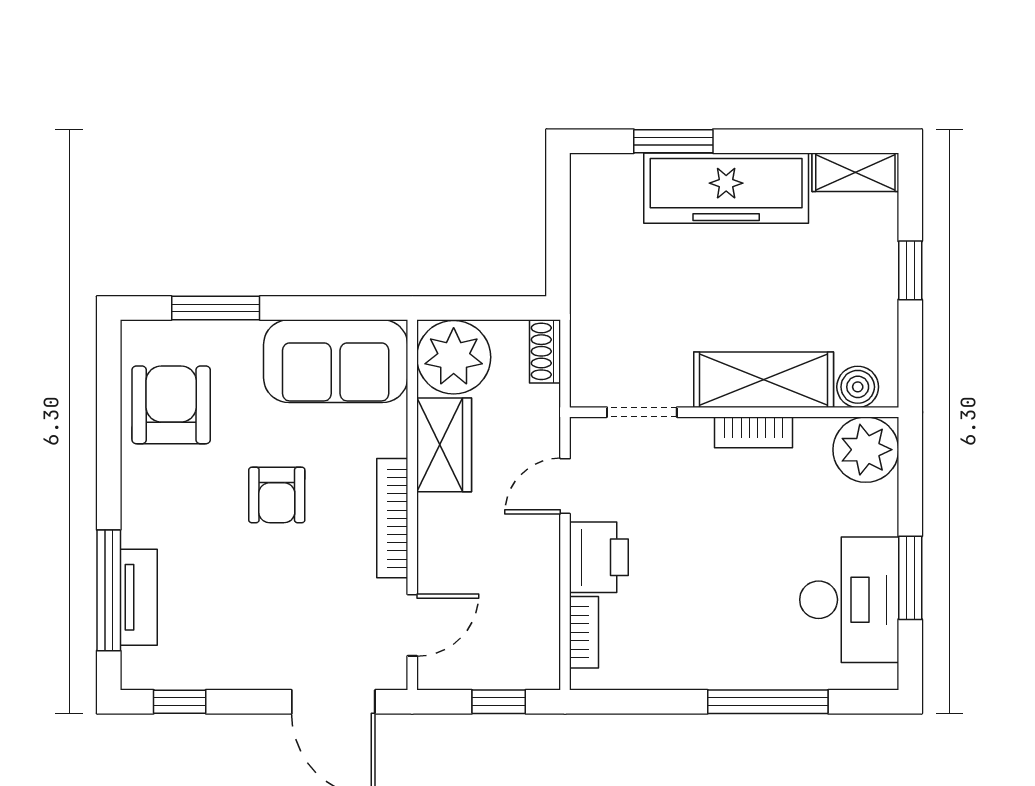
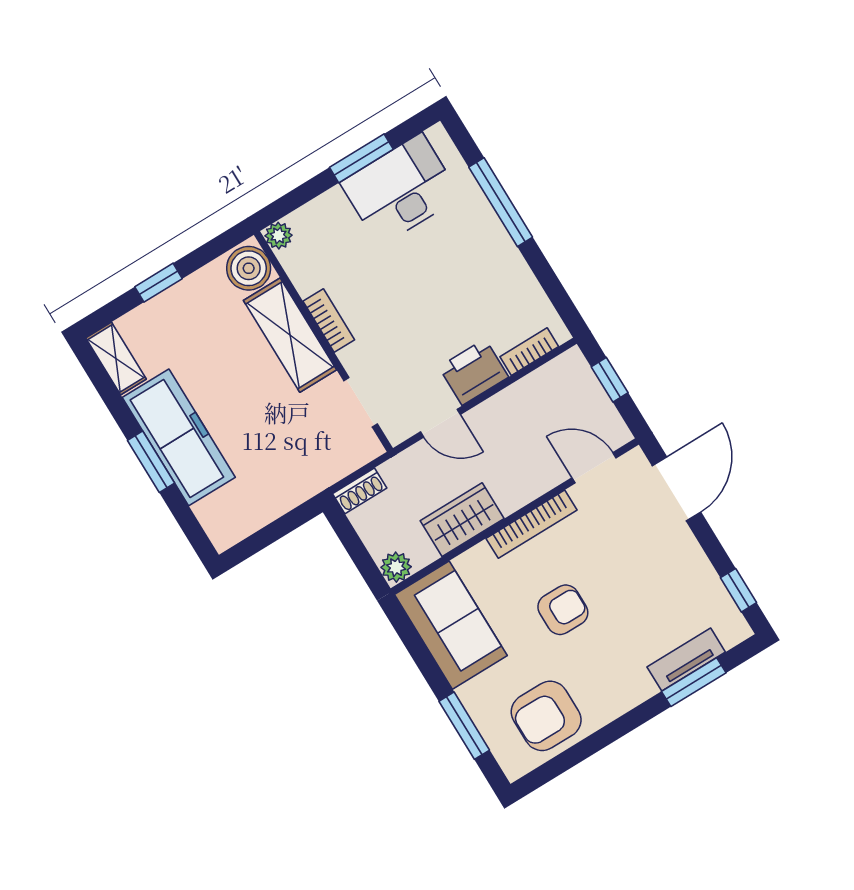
window: (673, 141) -> (151, 462), moved
plant: (454, 357) -> (396, 567), width x0.53, depth x0.53
boiler: (858, 387) -> (249, 268), width x1.36, depth x1.36
plant: (866, 450) -> (279, 236), width x0.53, depth x0.53
window: (109, 590) -> (694, 682), width x0.69

